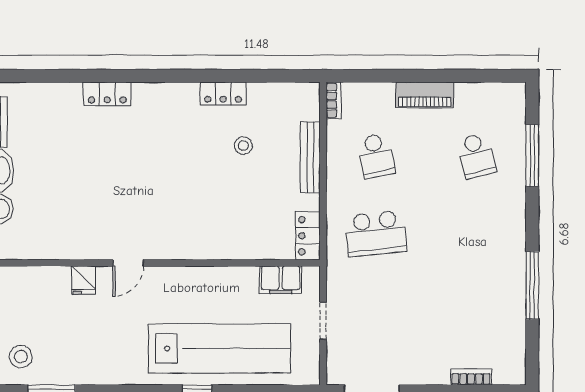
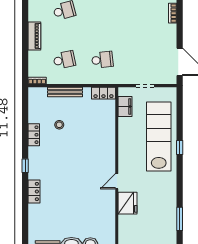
window: (160, 76) -> (25, 166), added
school desk: (376, 234) -> (102, 60), width x0.54
door: (128, 263) -> (117, 181), swing flipped
fridge: (84, 280) -> (128, 203), width x1.88, depth x1.34
stool: (21, 357) -> (163, 234), removed

